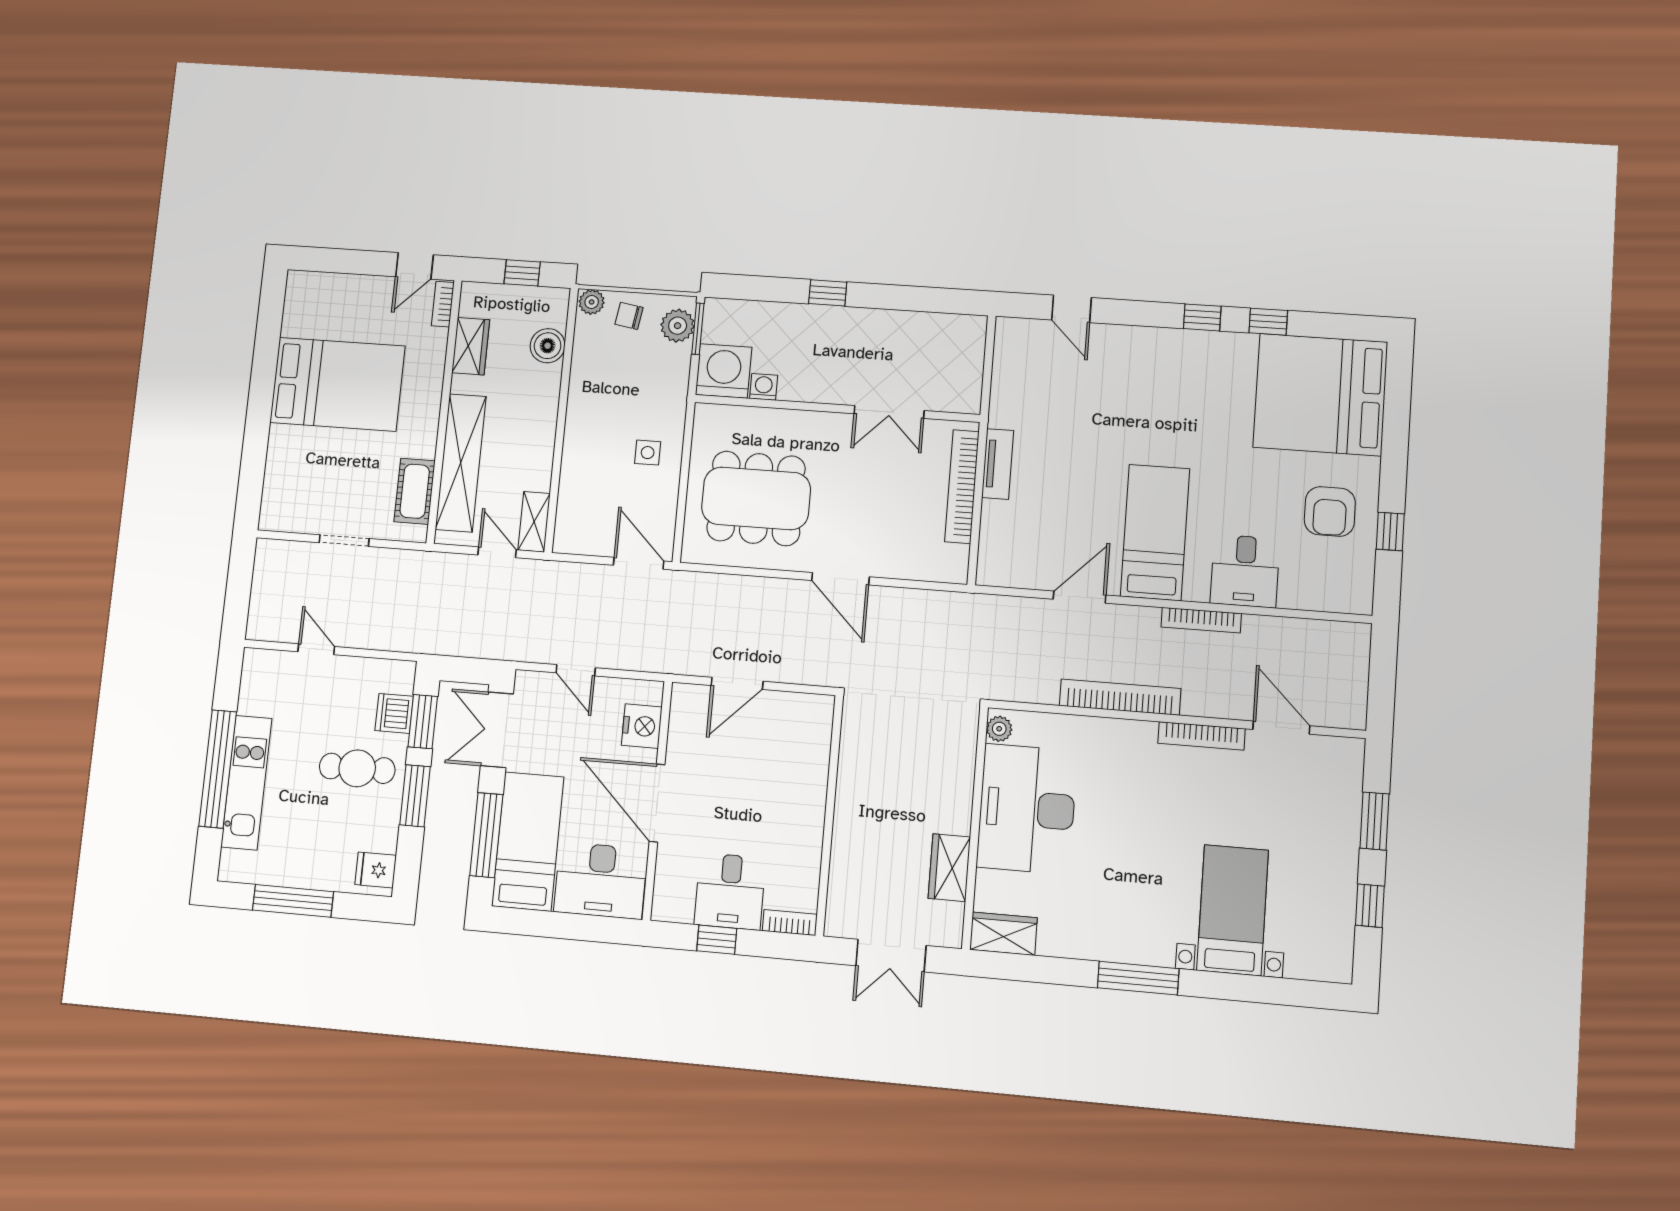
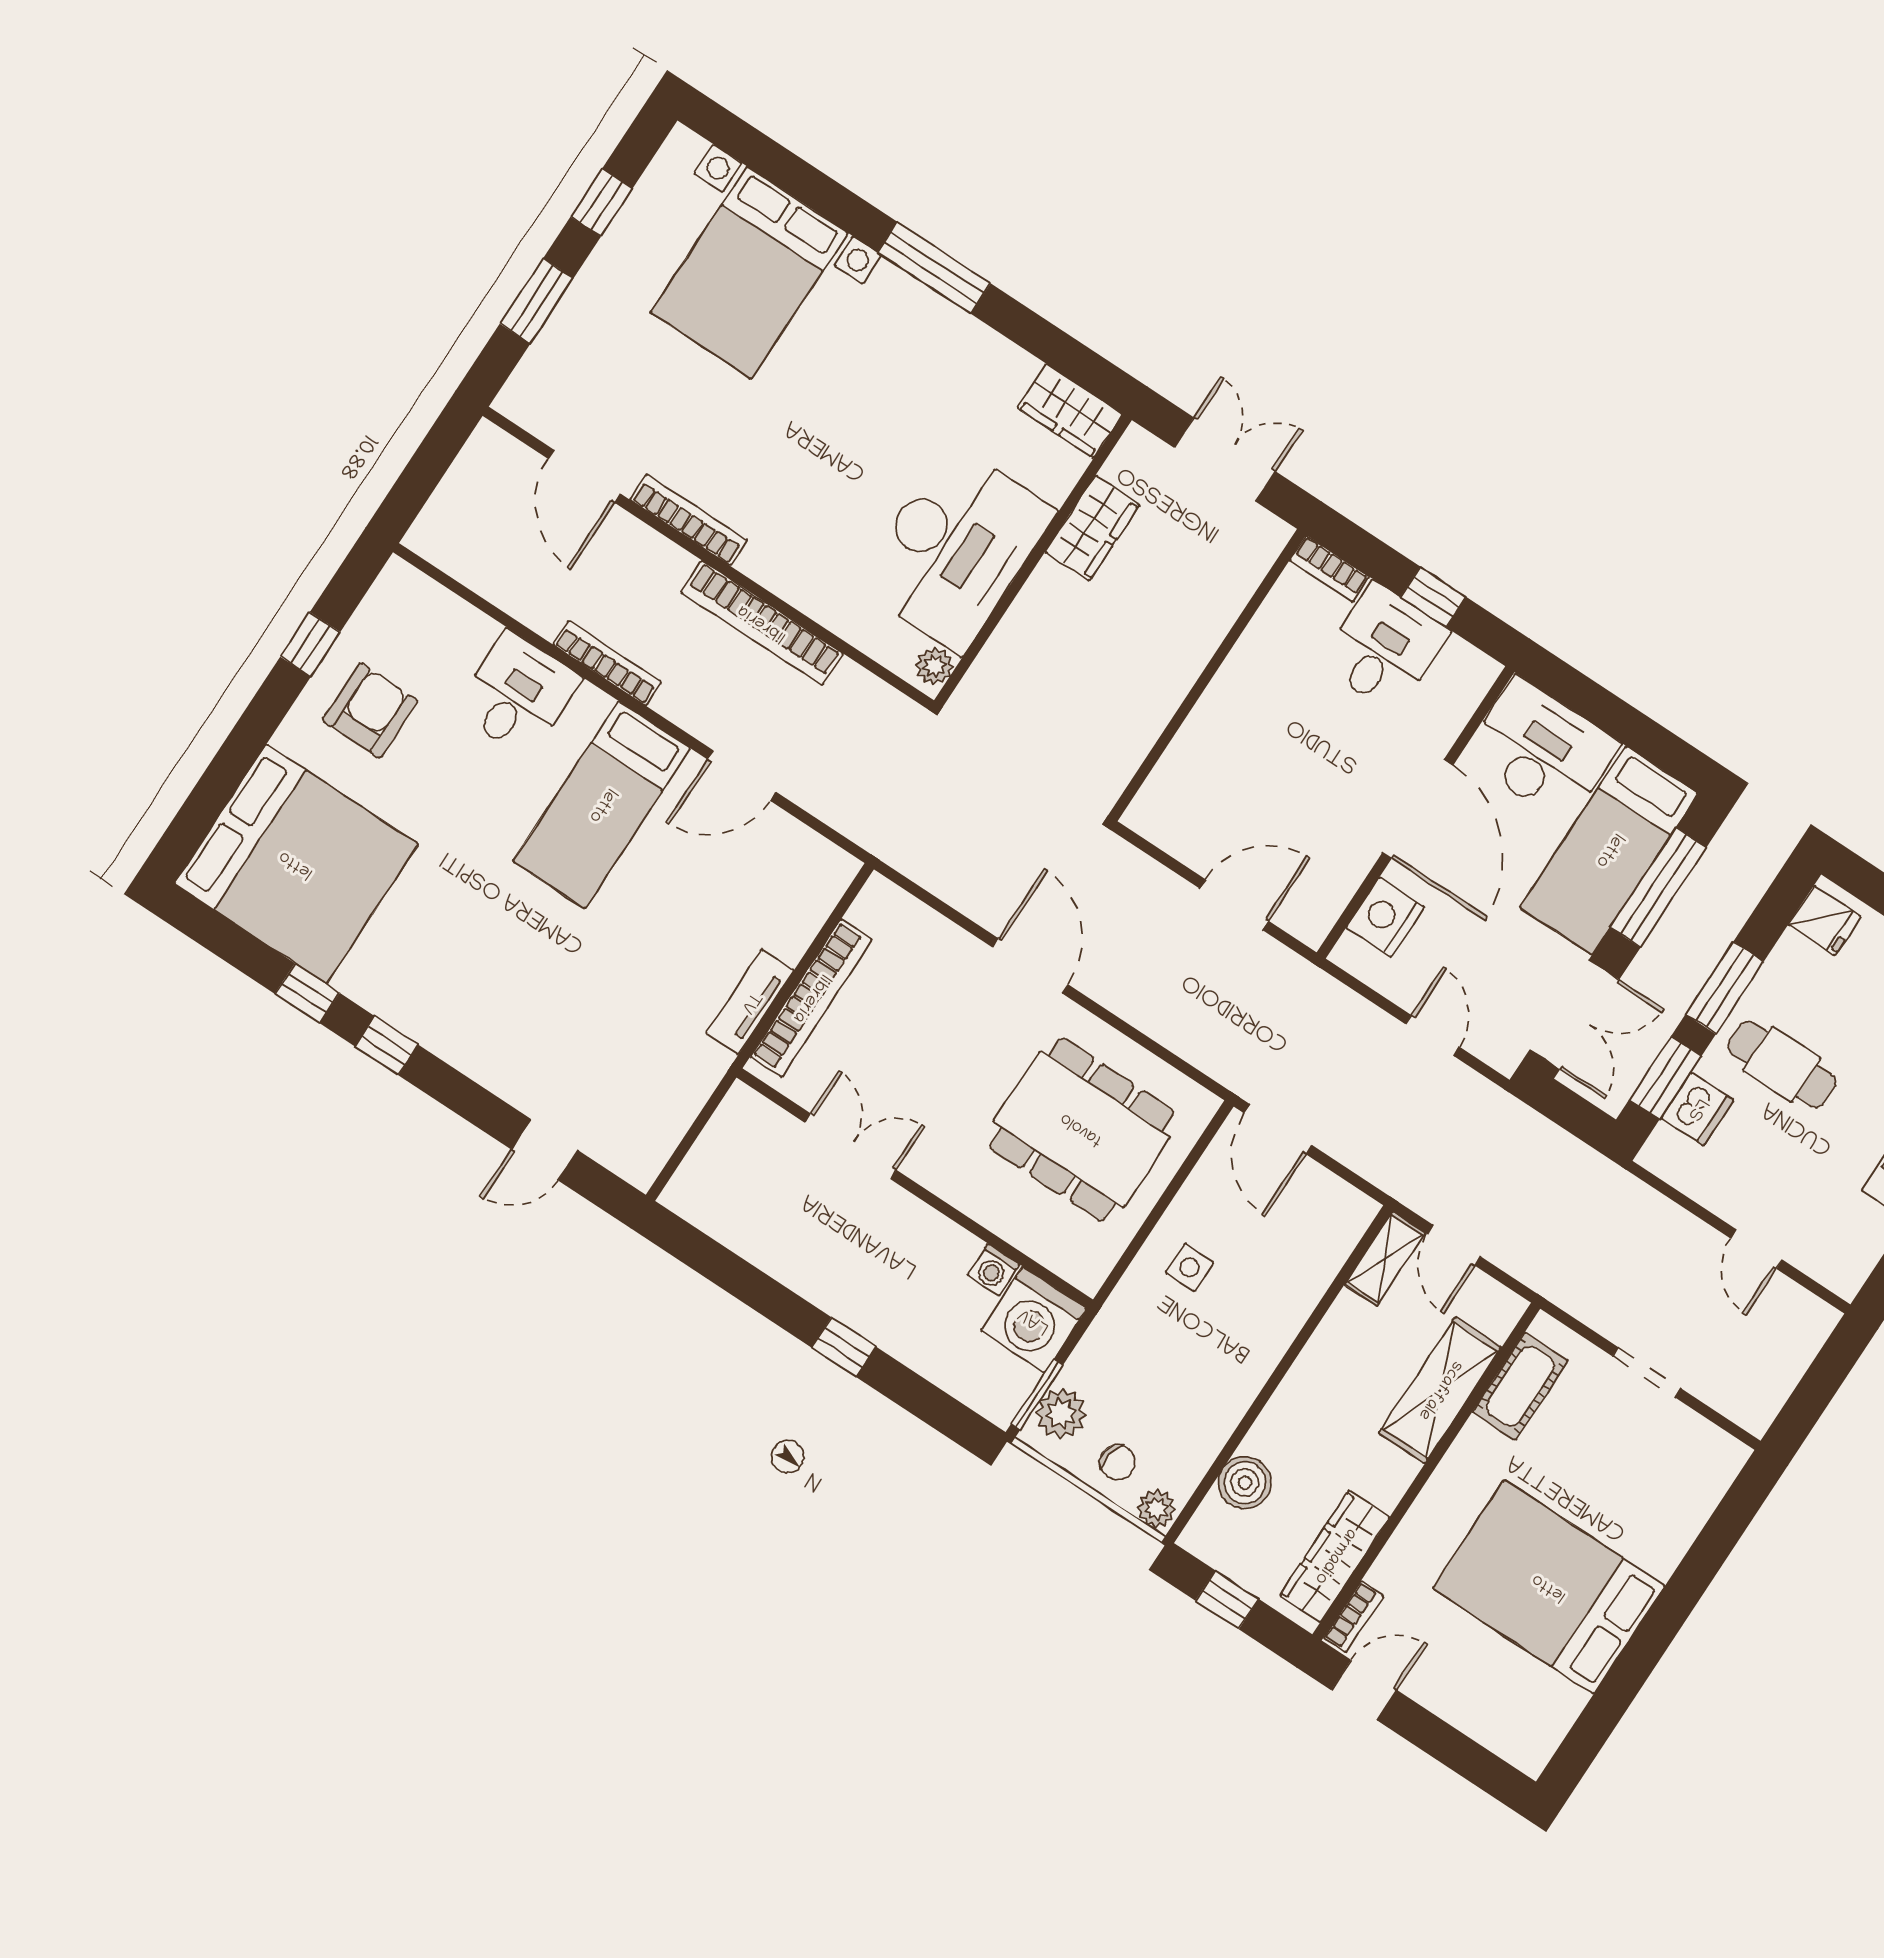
door: (1072, 309) -> (544, 1150), swing flipped
wardrobe: (471, 346) -> (1335, 1556), width x1.50
shelving: (461, 463) -> (1440, 1390), width x0.68
bed with nightstands: (1233, 910) -> (749, 273), width x1.36

